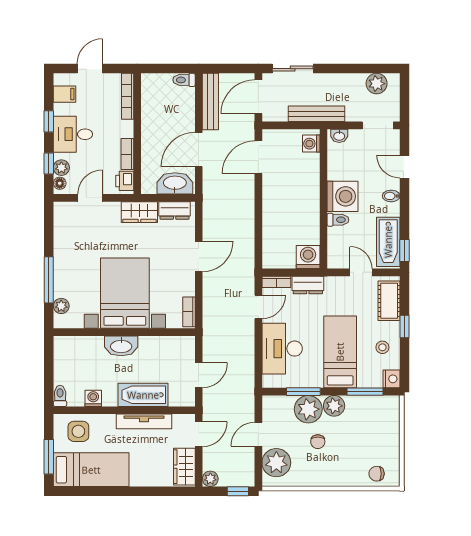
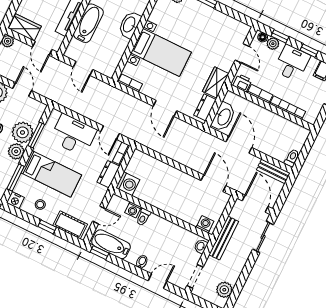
bookcase: (128, 96) -> (288, 108), moved
bench: (210, 101) -> (273, 171), width x0.73
washing machine: (343, 196) -> (133, 210), moved, width x0.53, depth x0.53
bed with nightstands: (125, 293) -> (161, 52), width x0.73

